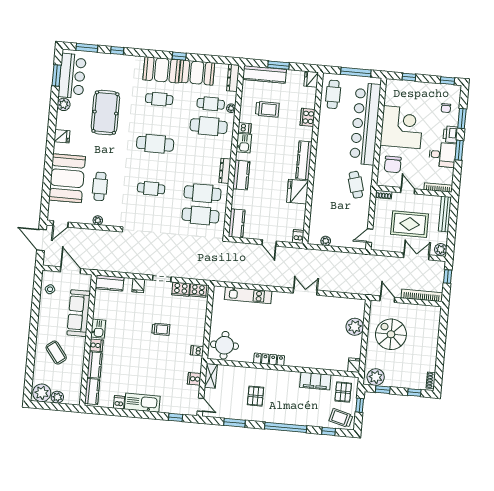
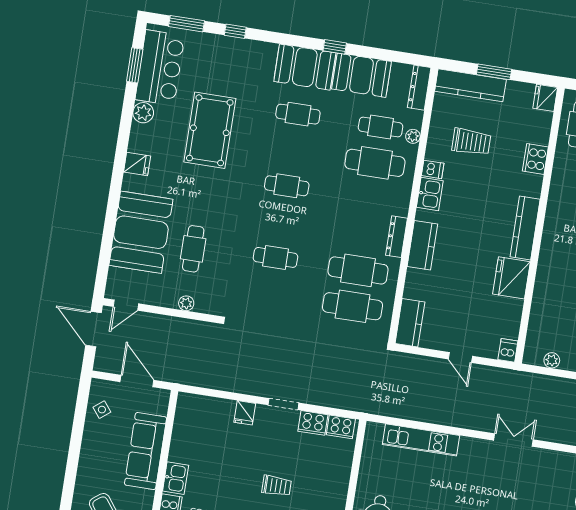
cafe table: (155, 144) -> (287, 186), width x0.73, depth x0.74
kitchen counter: (110, 283) -> (199, 406), removed

